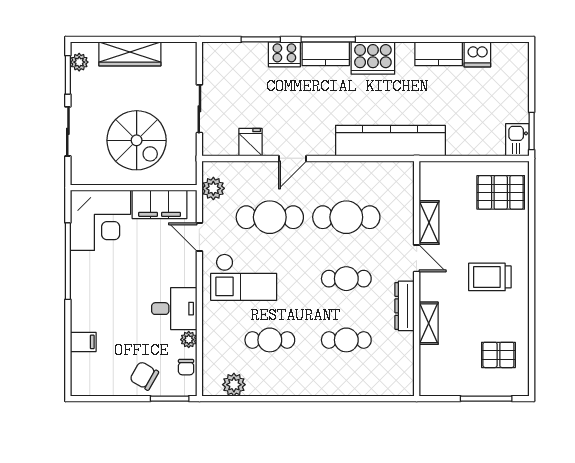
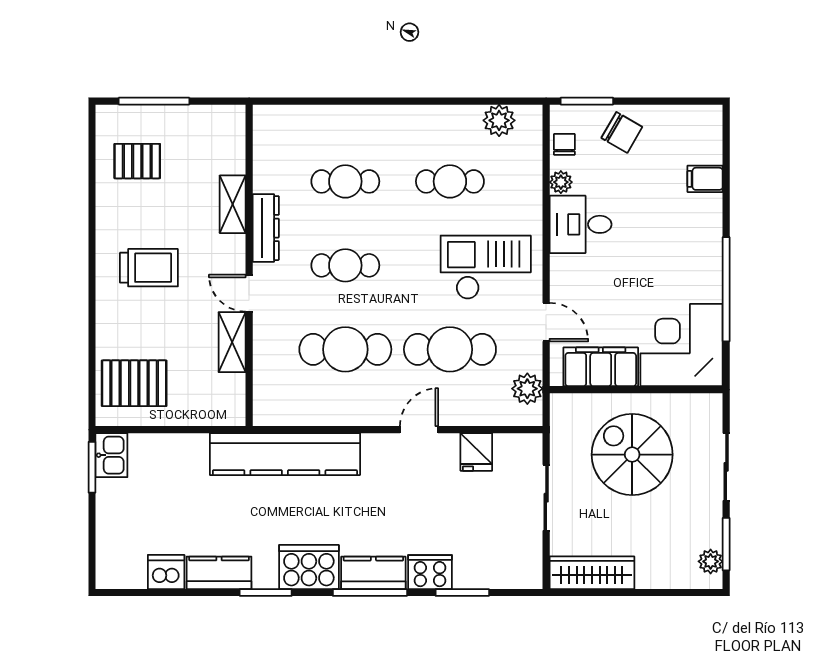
window: (405, 39) -> (266, 592), added
wardrobe: (130, 54) -> (592, 573), moved

